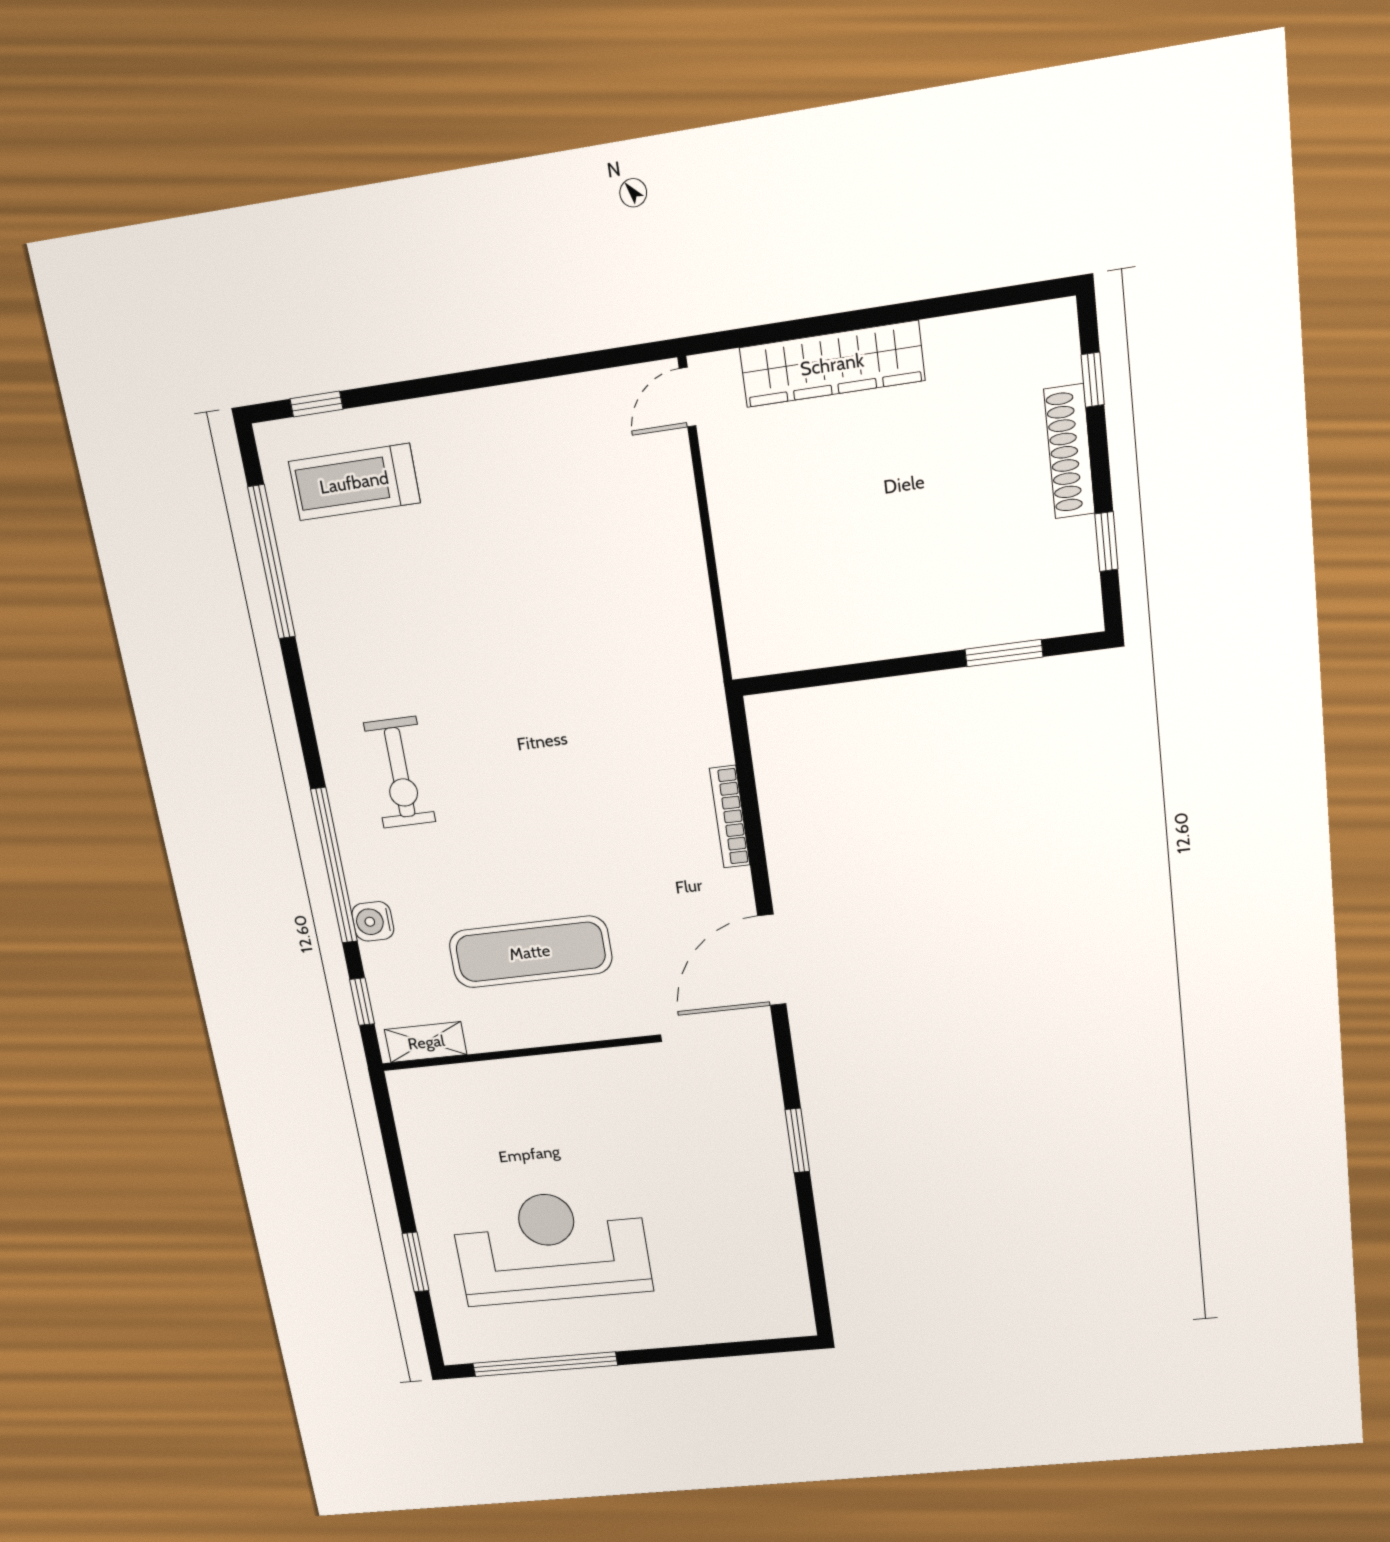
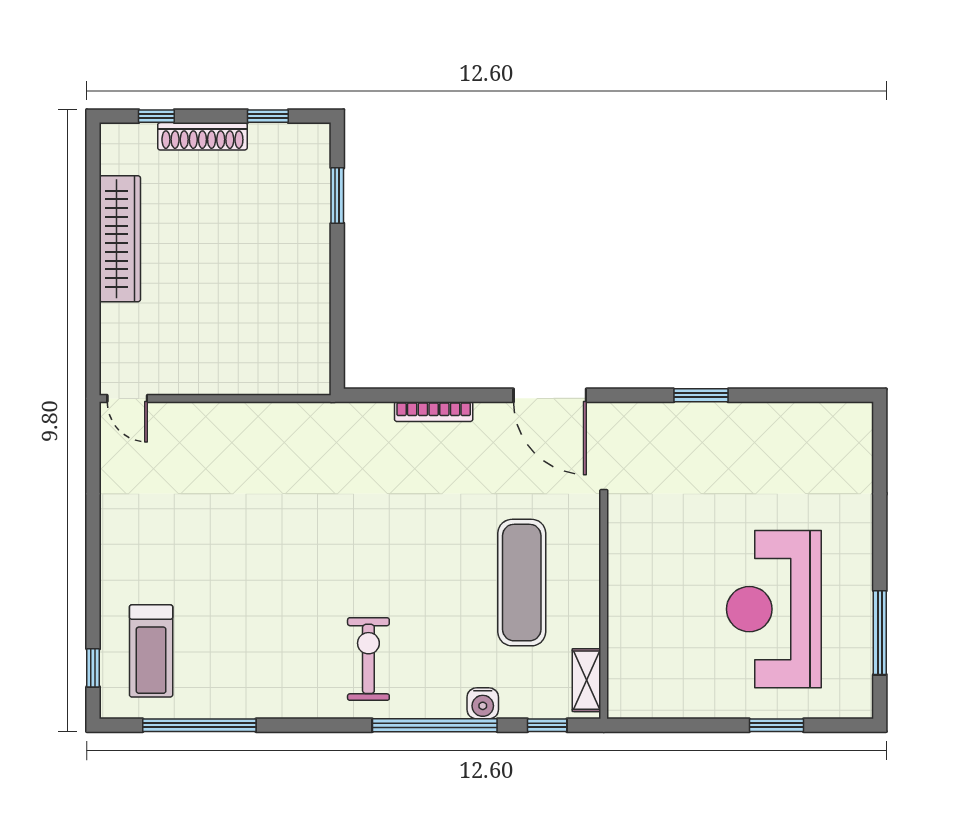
wardrobe: (832, 364) -> (120, 239), moved
exercise bike: (400, 773) -> (368, 659), turned -90
window: (545, 1364) -> (880, 633), width x0.68

